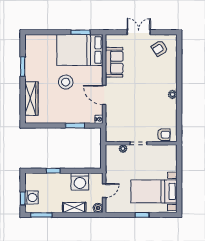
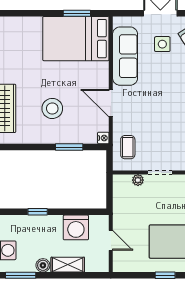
side table: (140, 54) -> (162, 44), added
sofa: (114, 62) -> (125, 56), width x1.36
stool: (66, 82) -> (52, 108), moved
coffee table: (116, 126) -> (128, 147), added
door: (104, 191) -> (111, 240), hinge flipped
boiler: (98, 208) -> (43, 265), moved

